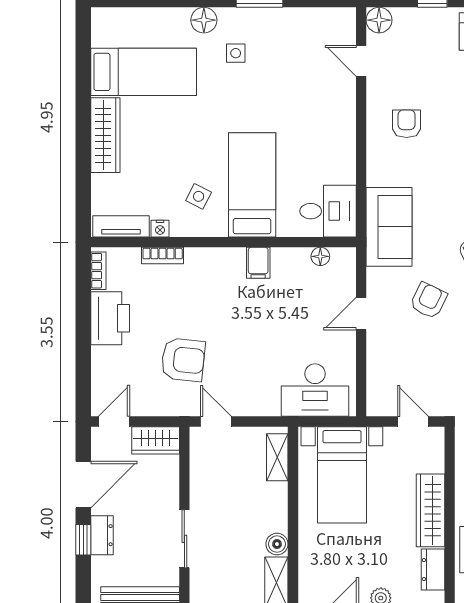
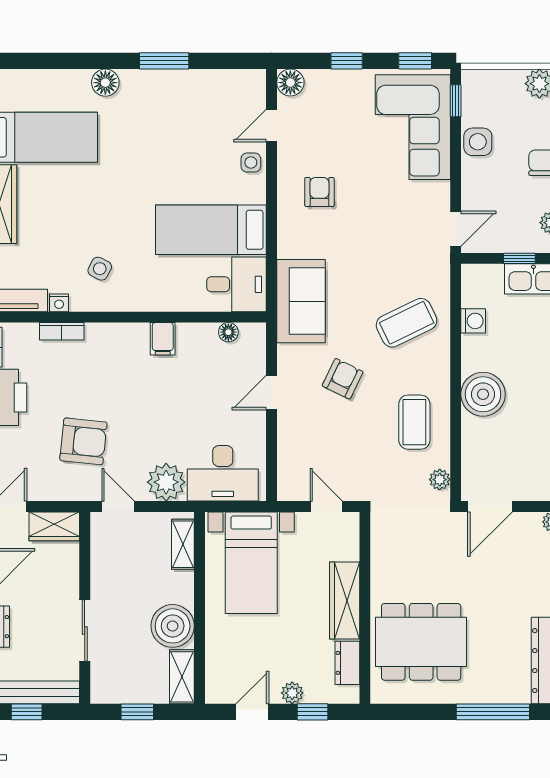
side table: (236, 53) -> (251, 163), moved
door: (361, 61) -> (271, 126), hinge flipped
bed: (252, 185) -> (211, 230), moved, turned -90
plant: (261, 398) -> (166, 482), added
boiler: (277, 544) -> (173, 626), width x1.86, depth x1.86

